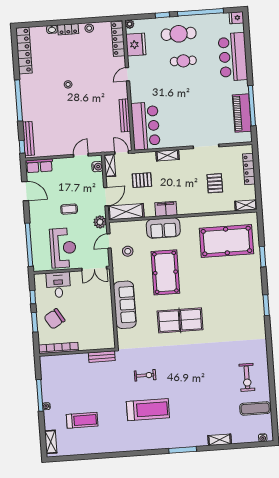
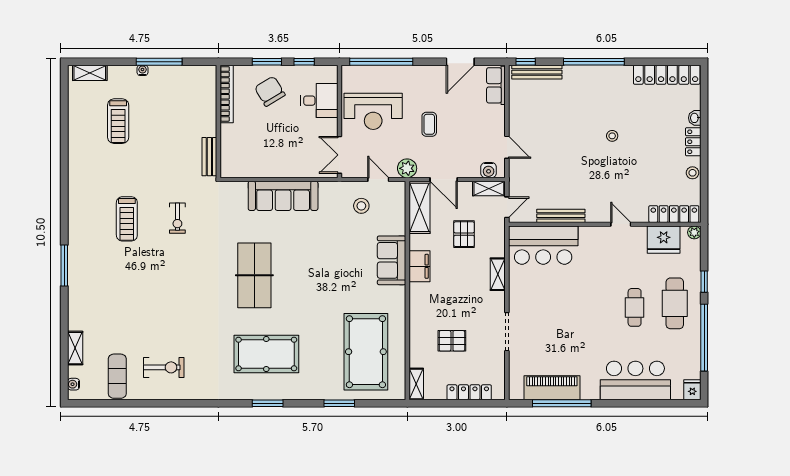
pool table: (165, 272) -> (266, 354), moved
exercise bike: (247, 377) -> (164, 367), turned 180
treadmill: (148, 410) -> (127, 219), width x0.73, depth x0.73
shelving: (220, 440) -> (75, 348), moved

